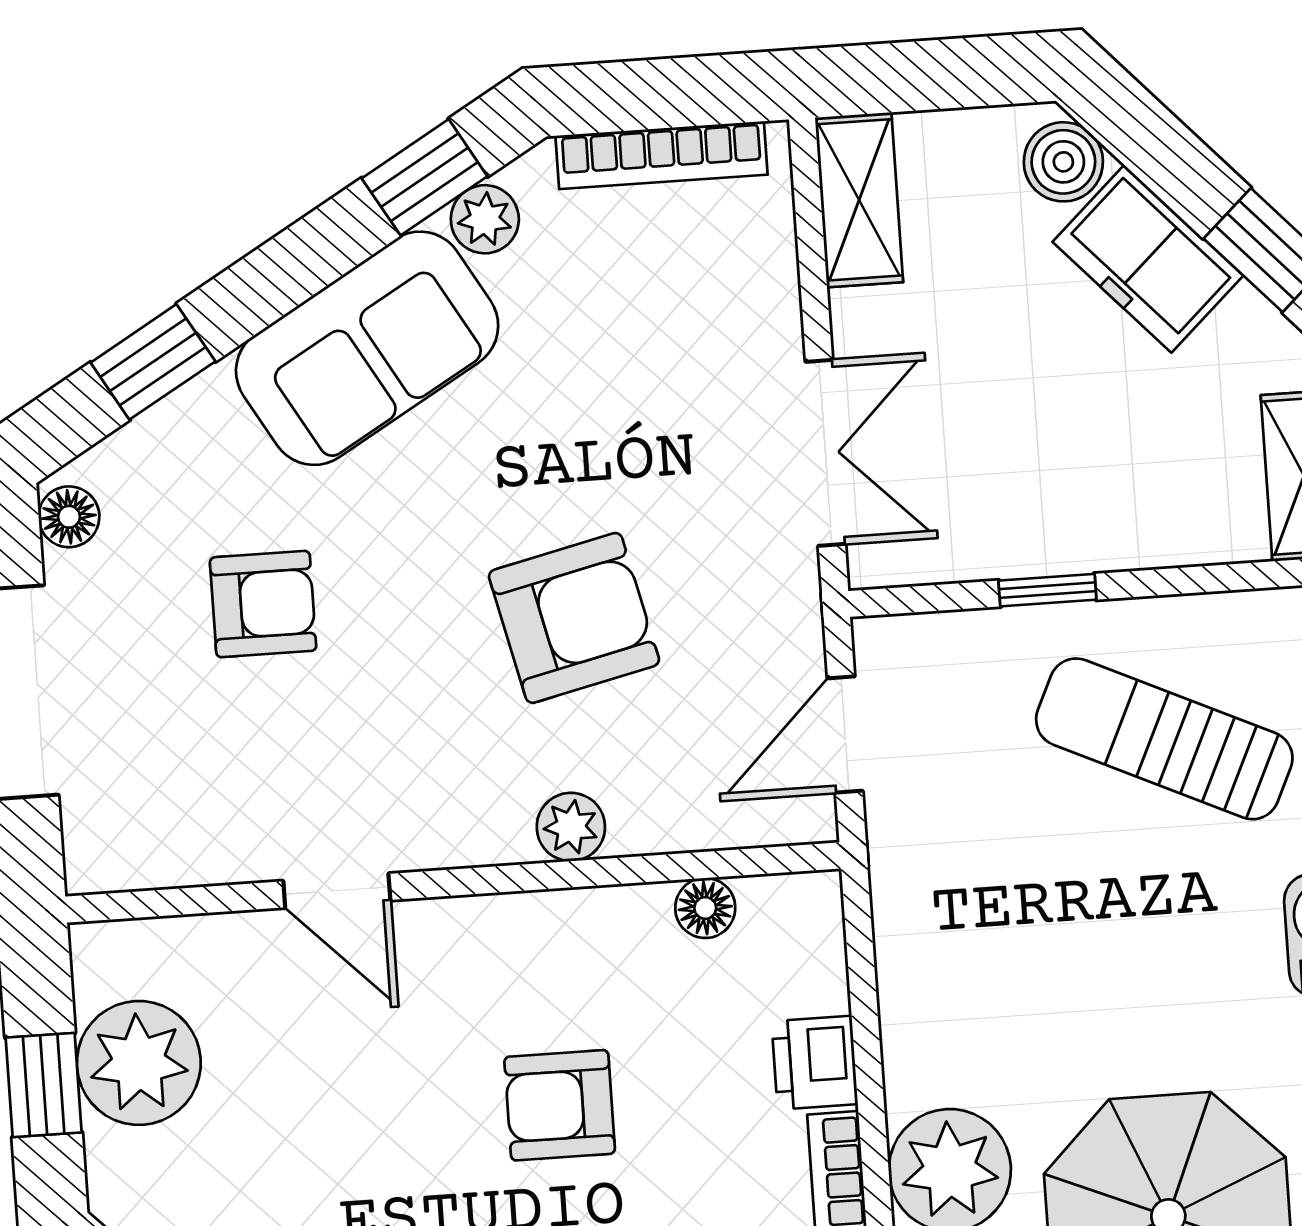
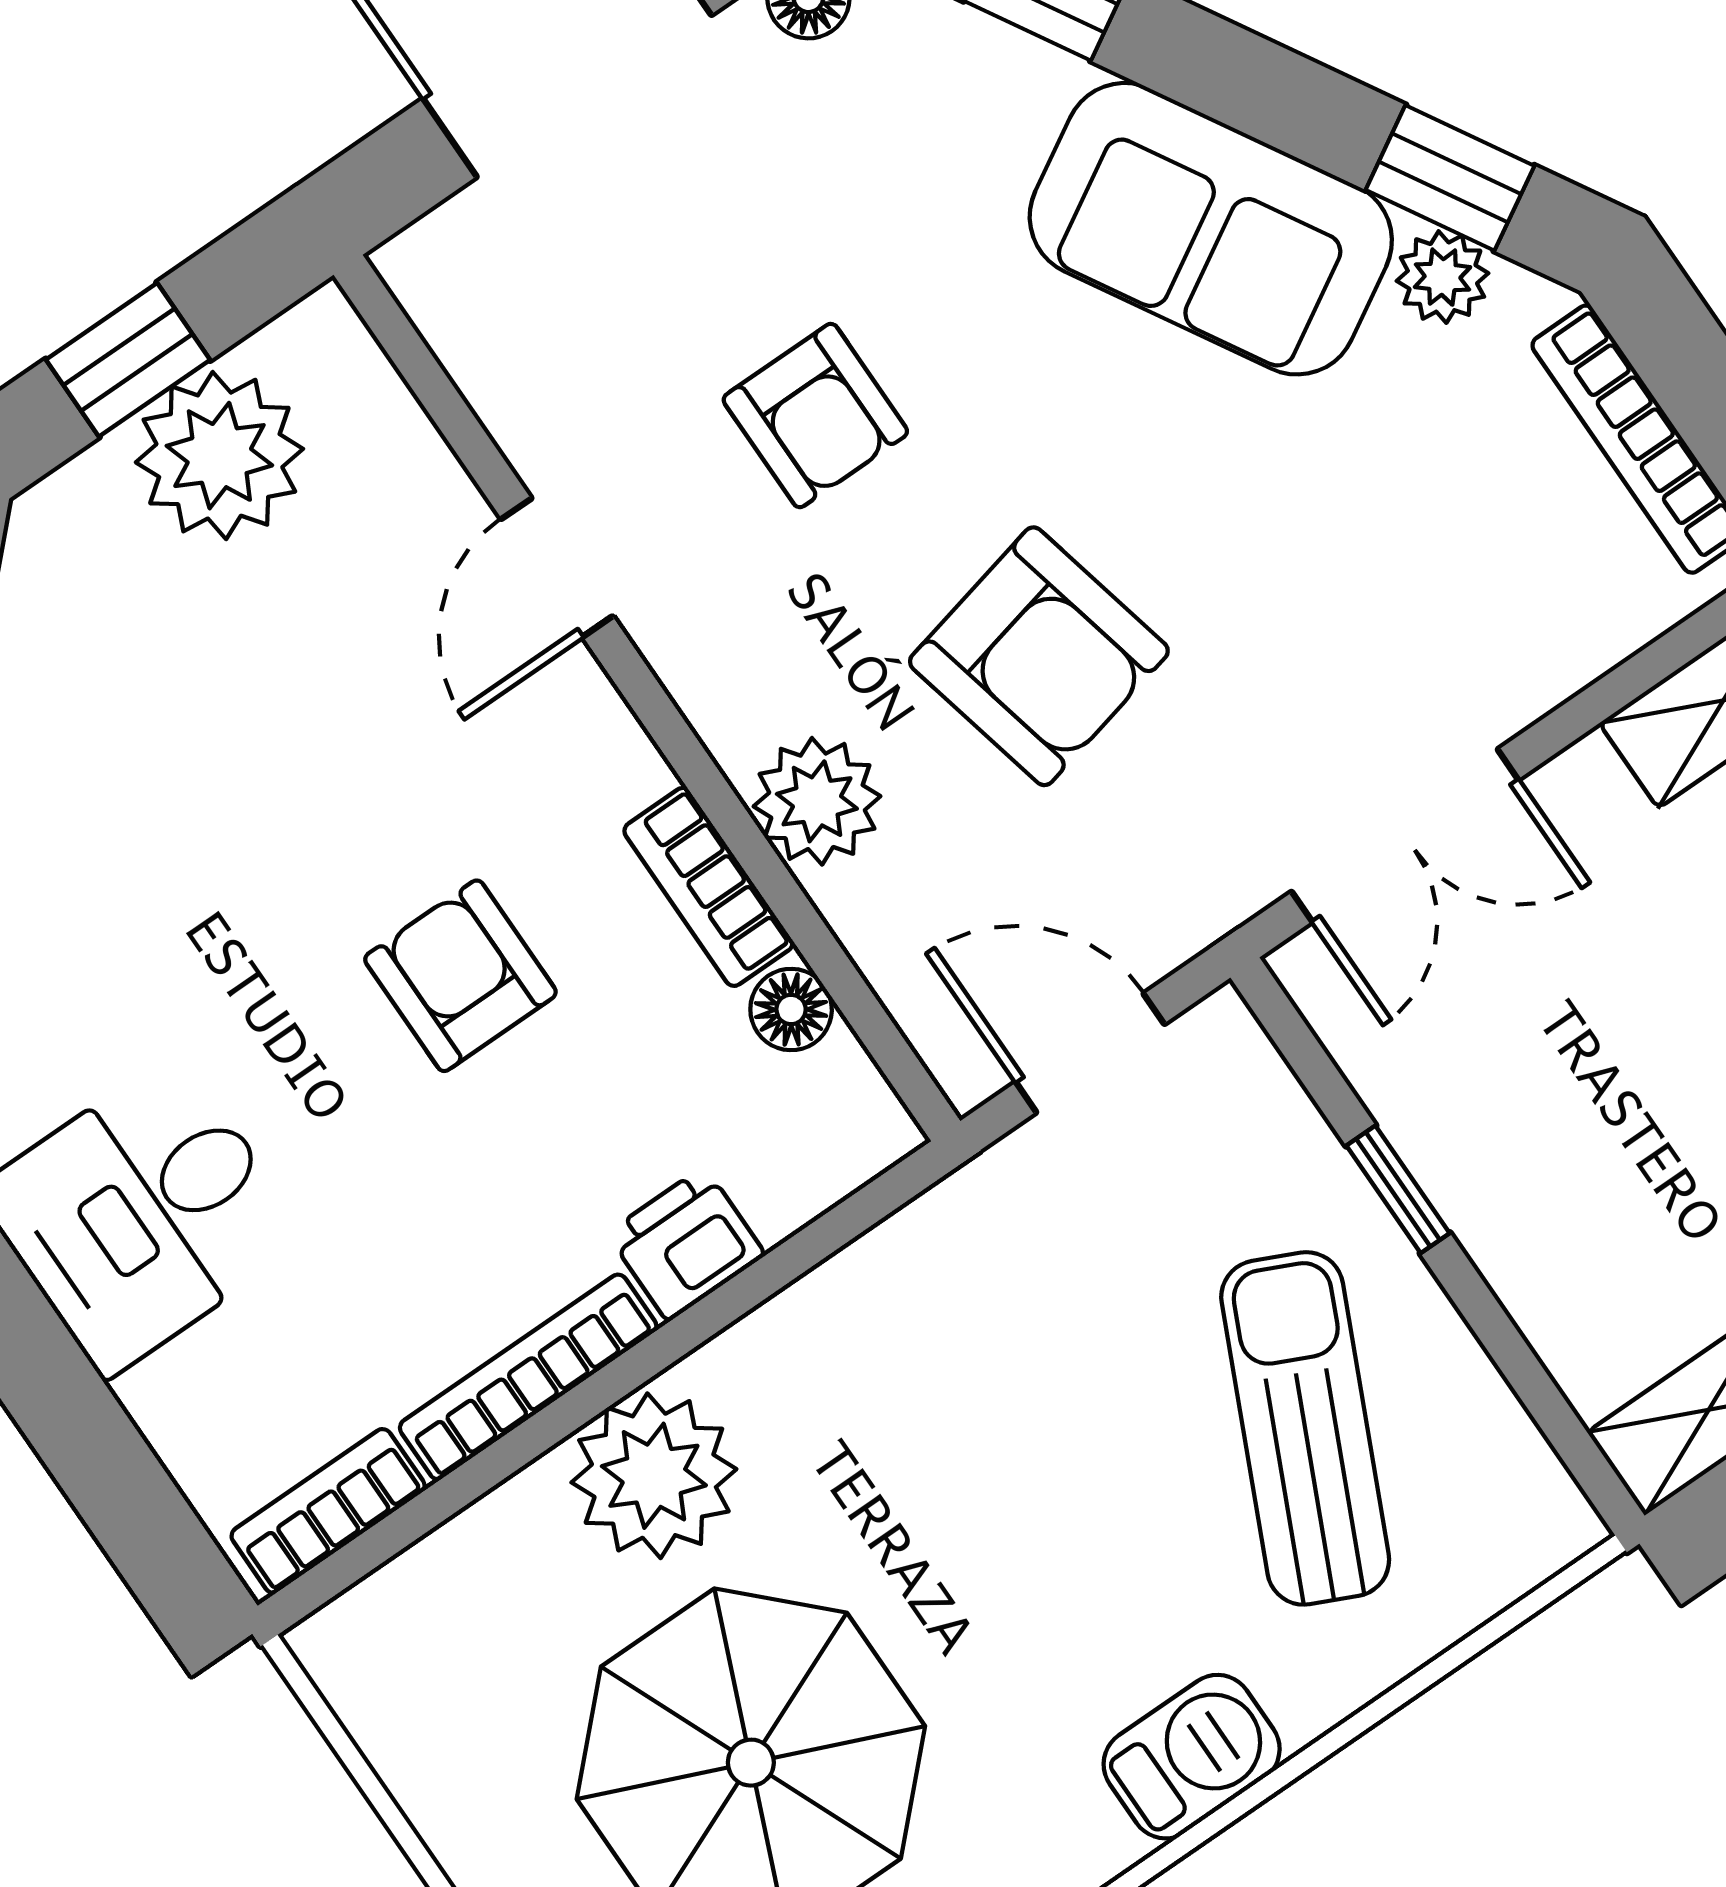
armchair: (263, 604) -> (815, 416), moved
plant: (571, 827) -> (817, 801), width x1.38, depth x1.38
bookcase: (596, 914) -> (708, 887), added

